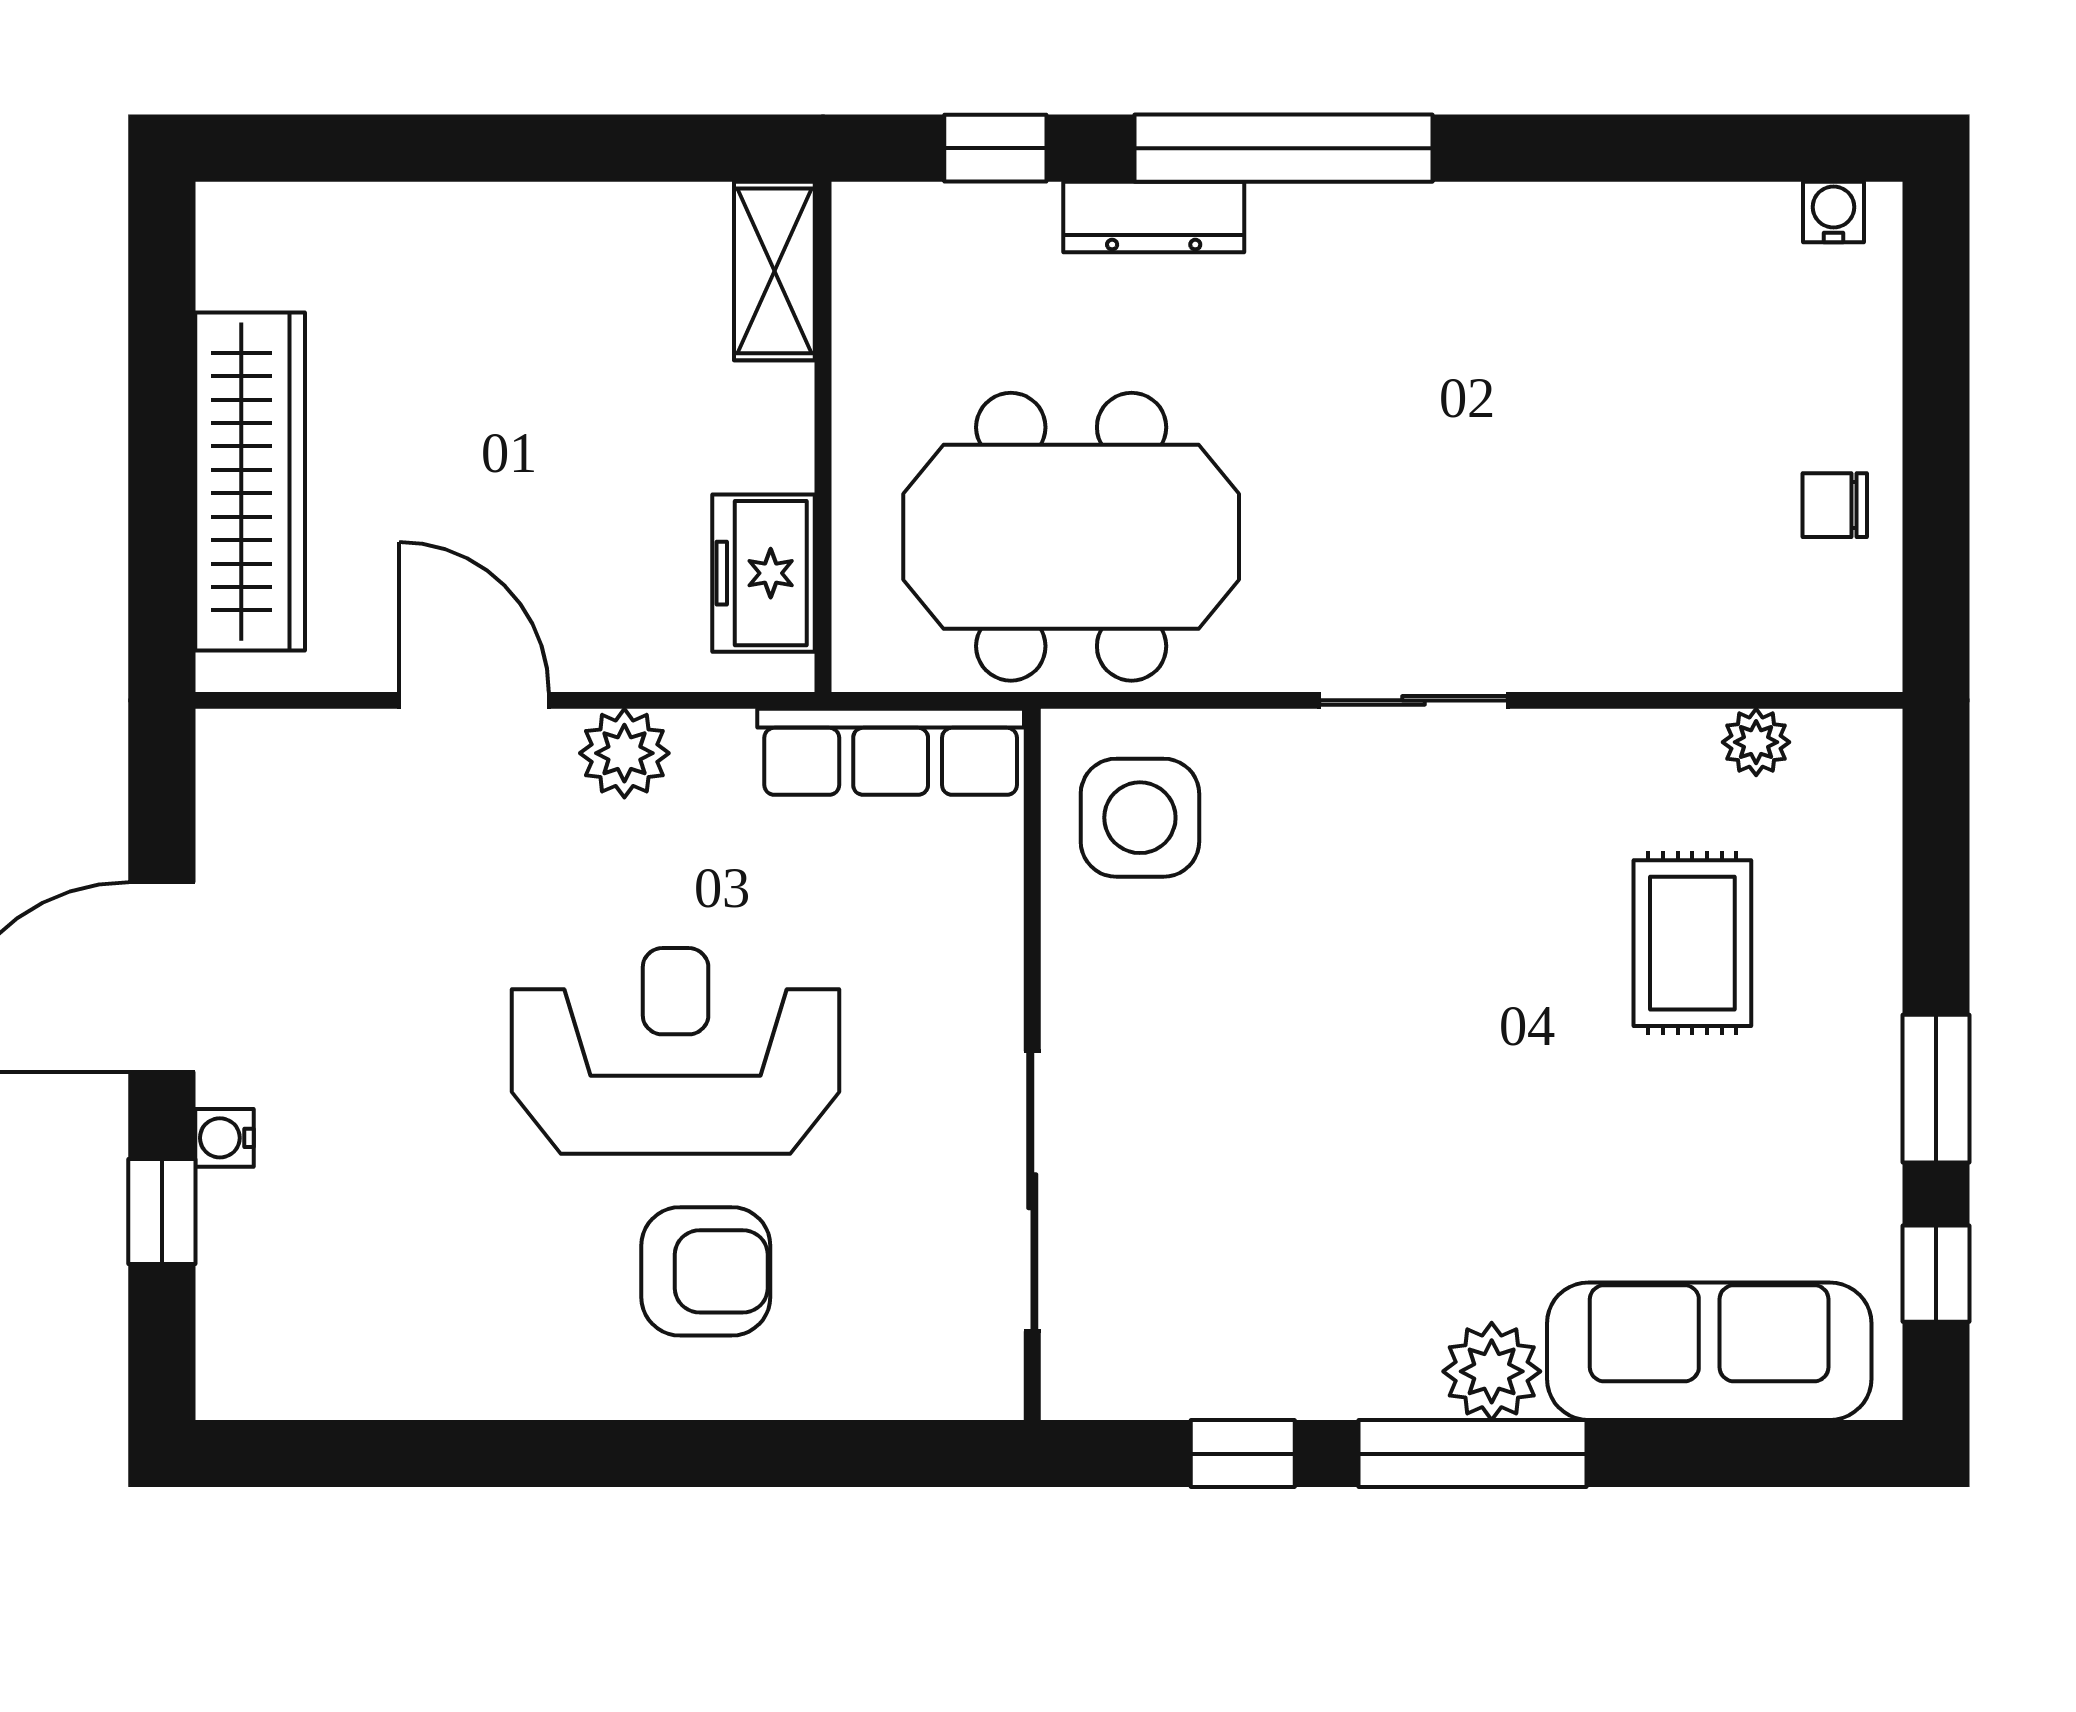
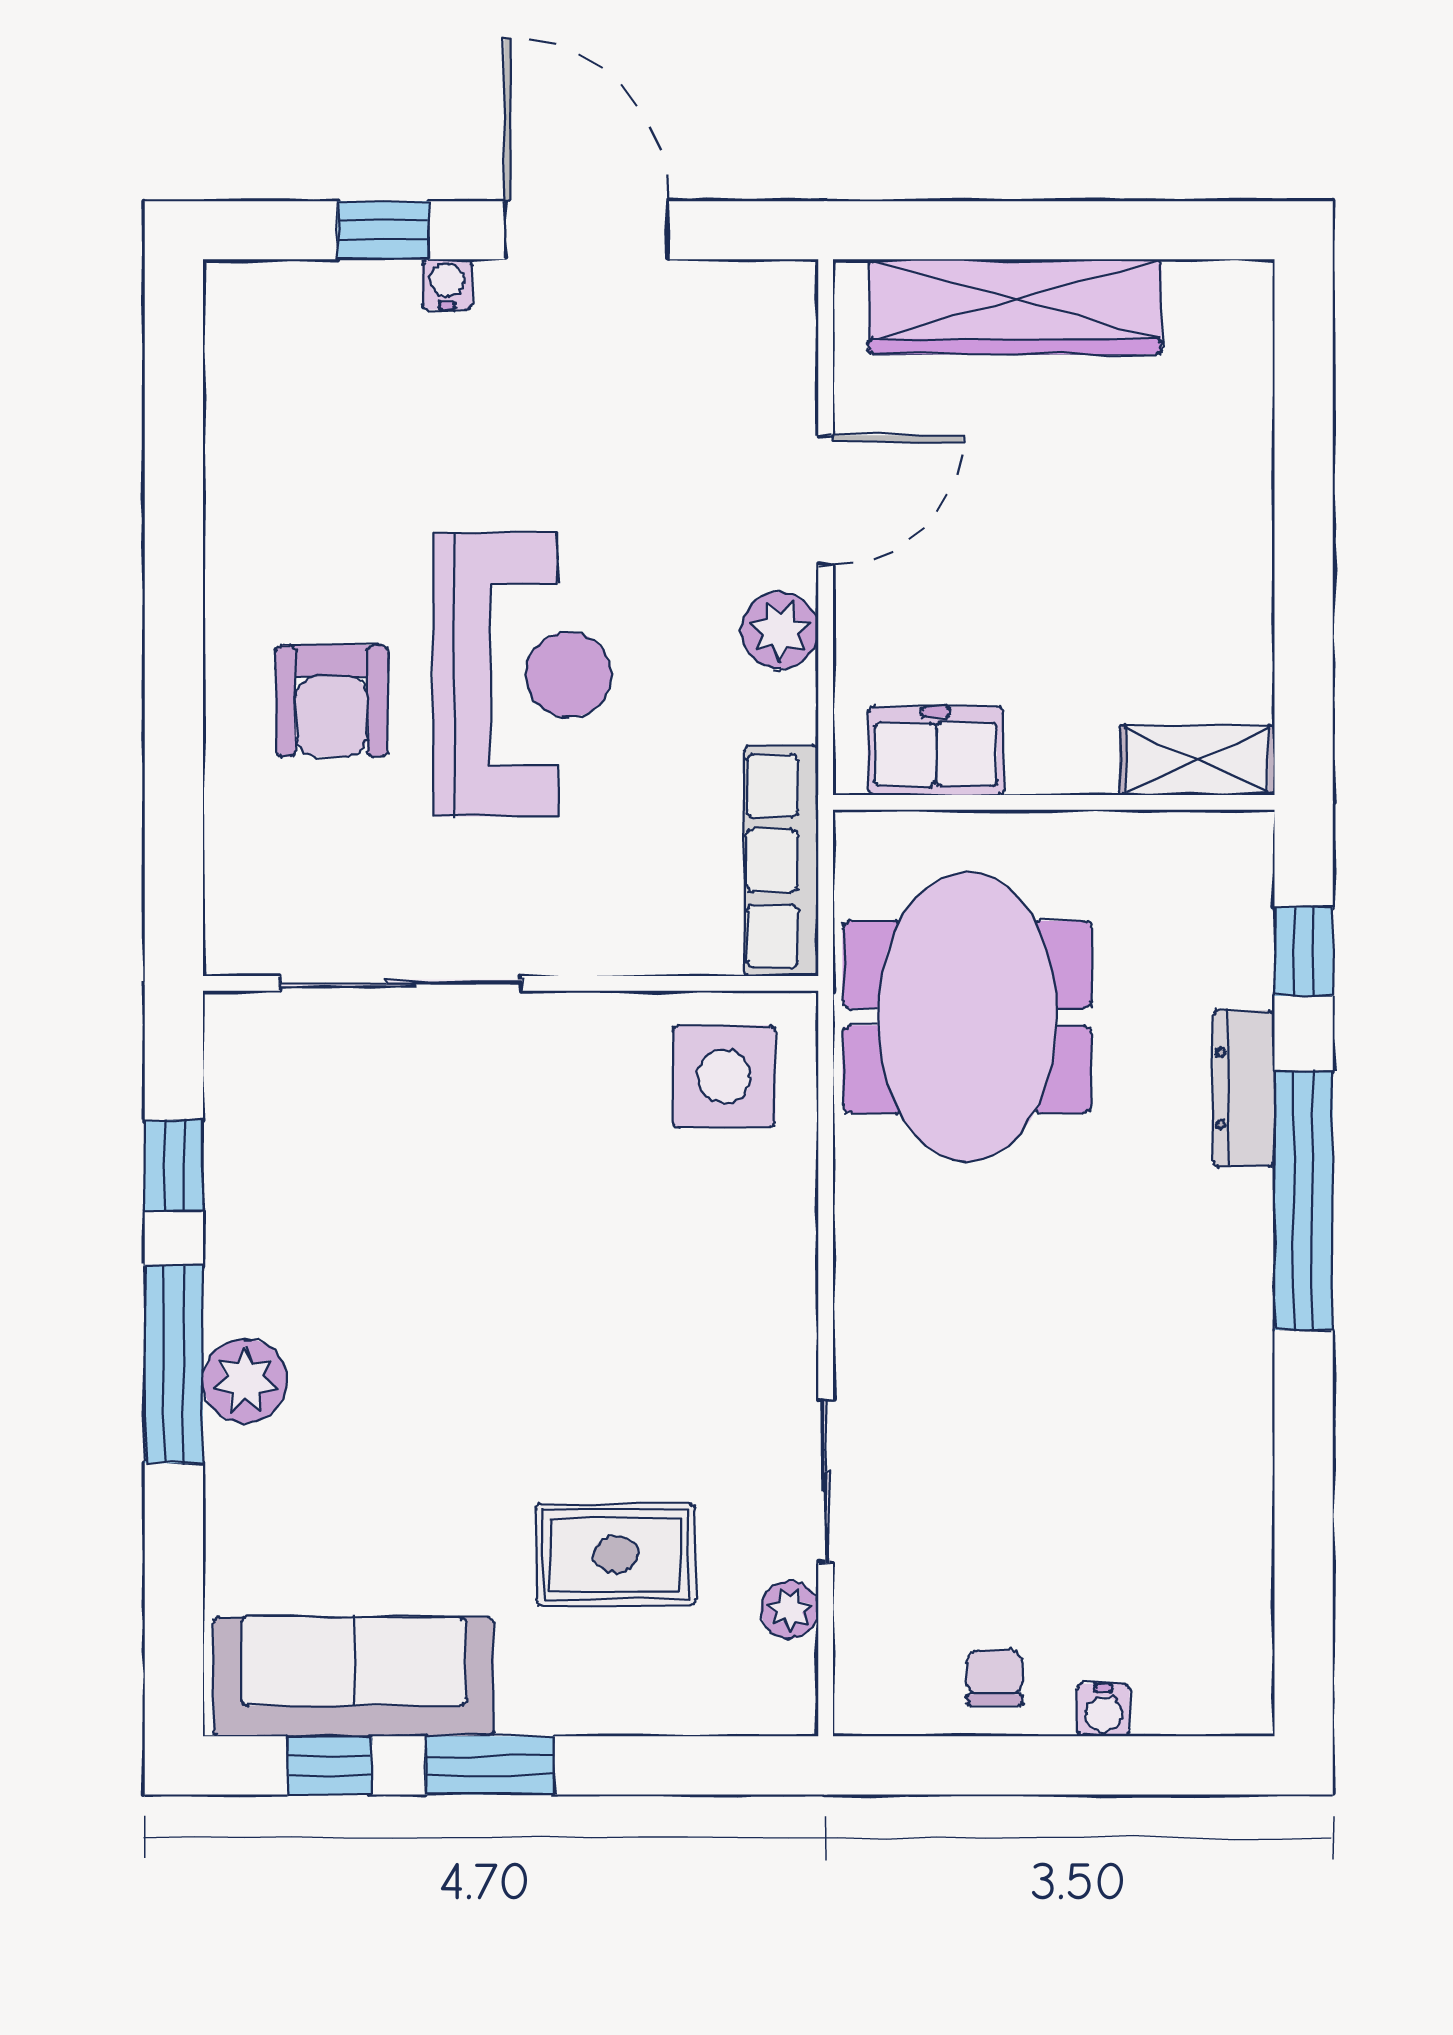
water cooler: (1834, 212) -> (1103, 1710), moved, turned 90
sliding door: (1413, 700) -> (826, 1481), moved
sofa: (1709, 1351) -> (354, 1677), moved, turned -90

